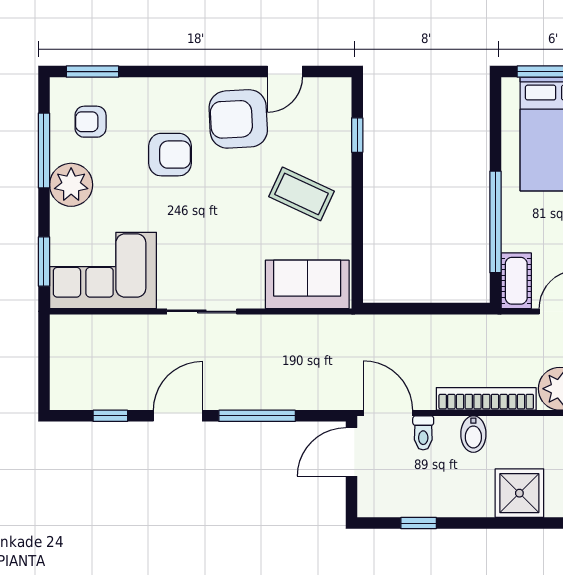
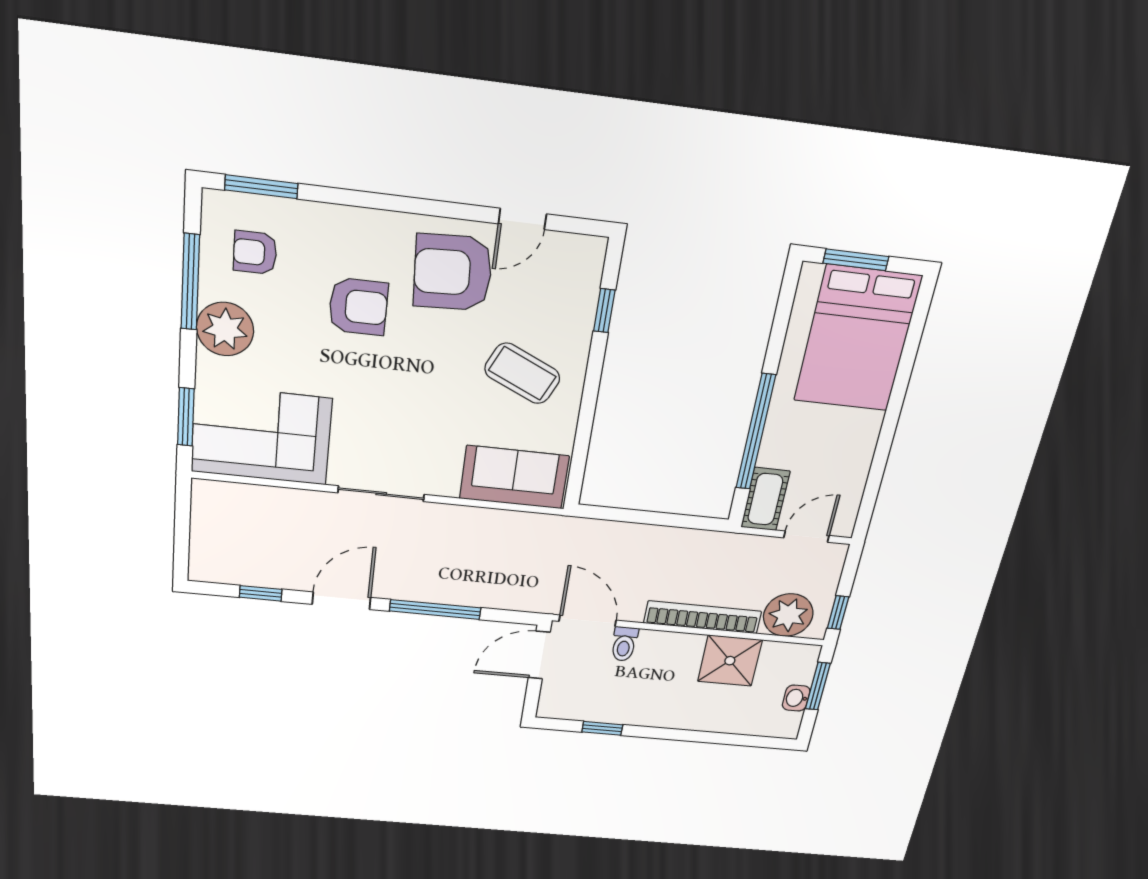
bidet: (473, 434) -> (680, 650), removed
shower: (519, 493) -> (730, 661), moved

